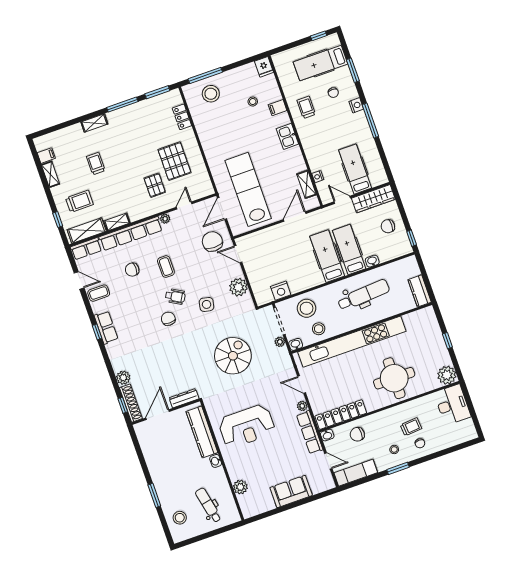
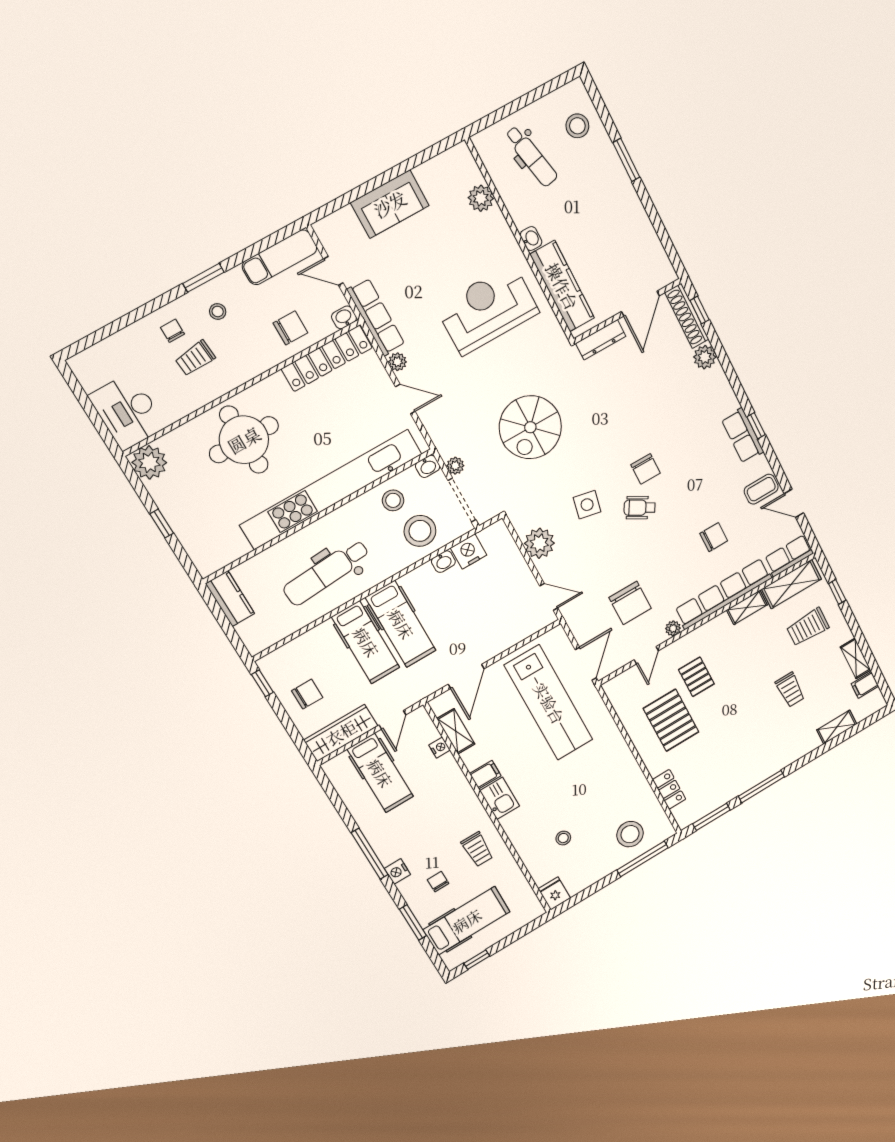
filing cabinet: (278, 108) -> (485, 775), moved
shelving: (94, 123) -> (837, 727), moved
door: (342, 200) -> (392, 720), hinge flipped
chair: (212, 241) -> (630, 603), moved
washbasin: (372, 261) -> (443, 562), moved
coffee table: (166, 267) -> (661, 553), removed

